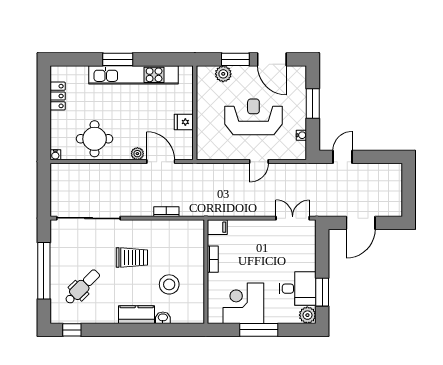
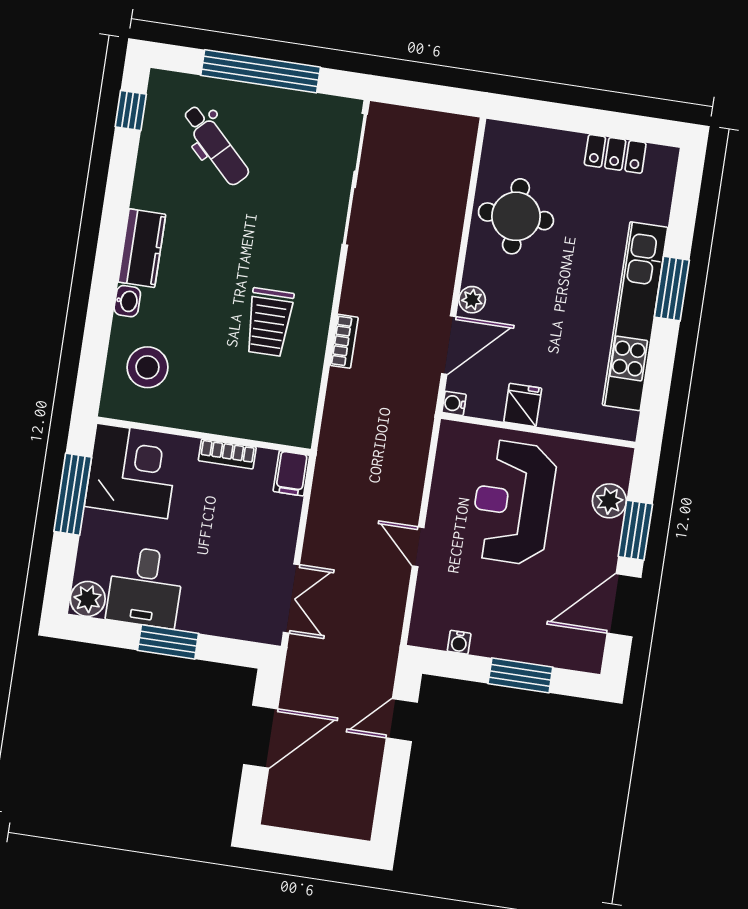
reception desk: (253, 117) -> (513, 502), moved, turned 180
water cooler: (55, 155) -> (454, 403), moved
door: (343, 157) -> (402, 720), swing flipped
door: (361, 223) -> (261, 737), swing flipped
filing cabinet: (217, 227) -> (291, 473), moved
trolley: (132, 257) -> (269, 322), moved
bookcase: (213, 259) -> (227, 454), moved
wall: (206, 272) -> (204, 436), moved
stool: (169, 284) -> (147, 367), moved
window: (322, 292) -> (168, 642), moved

